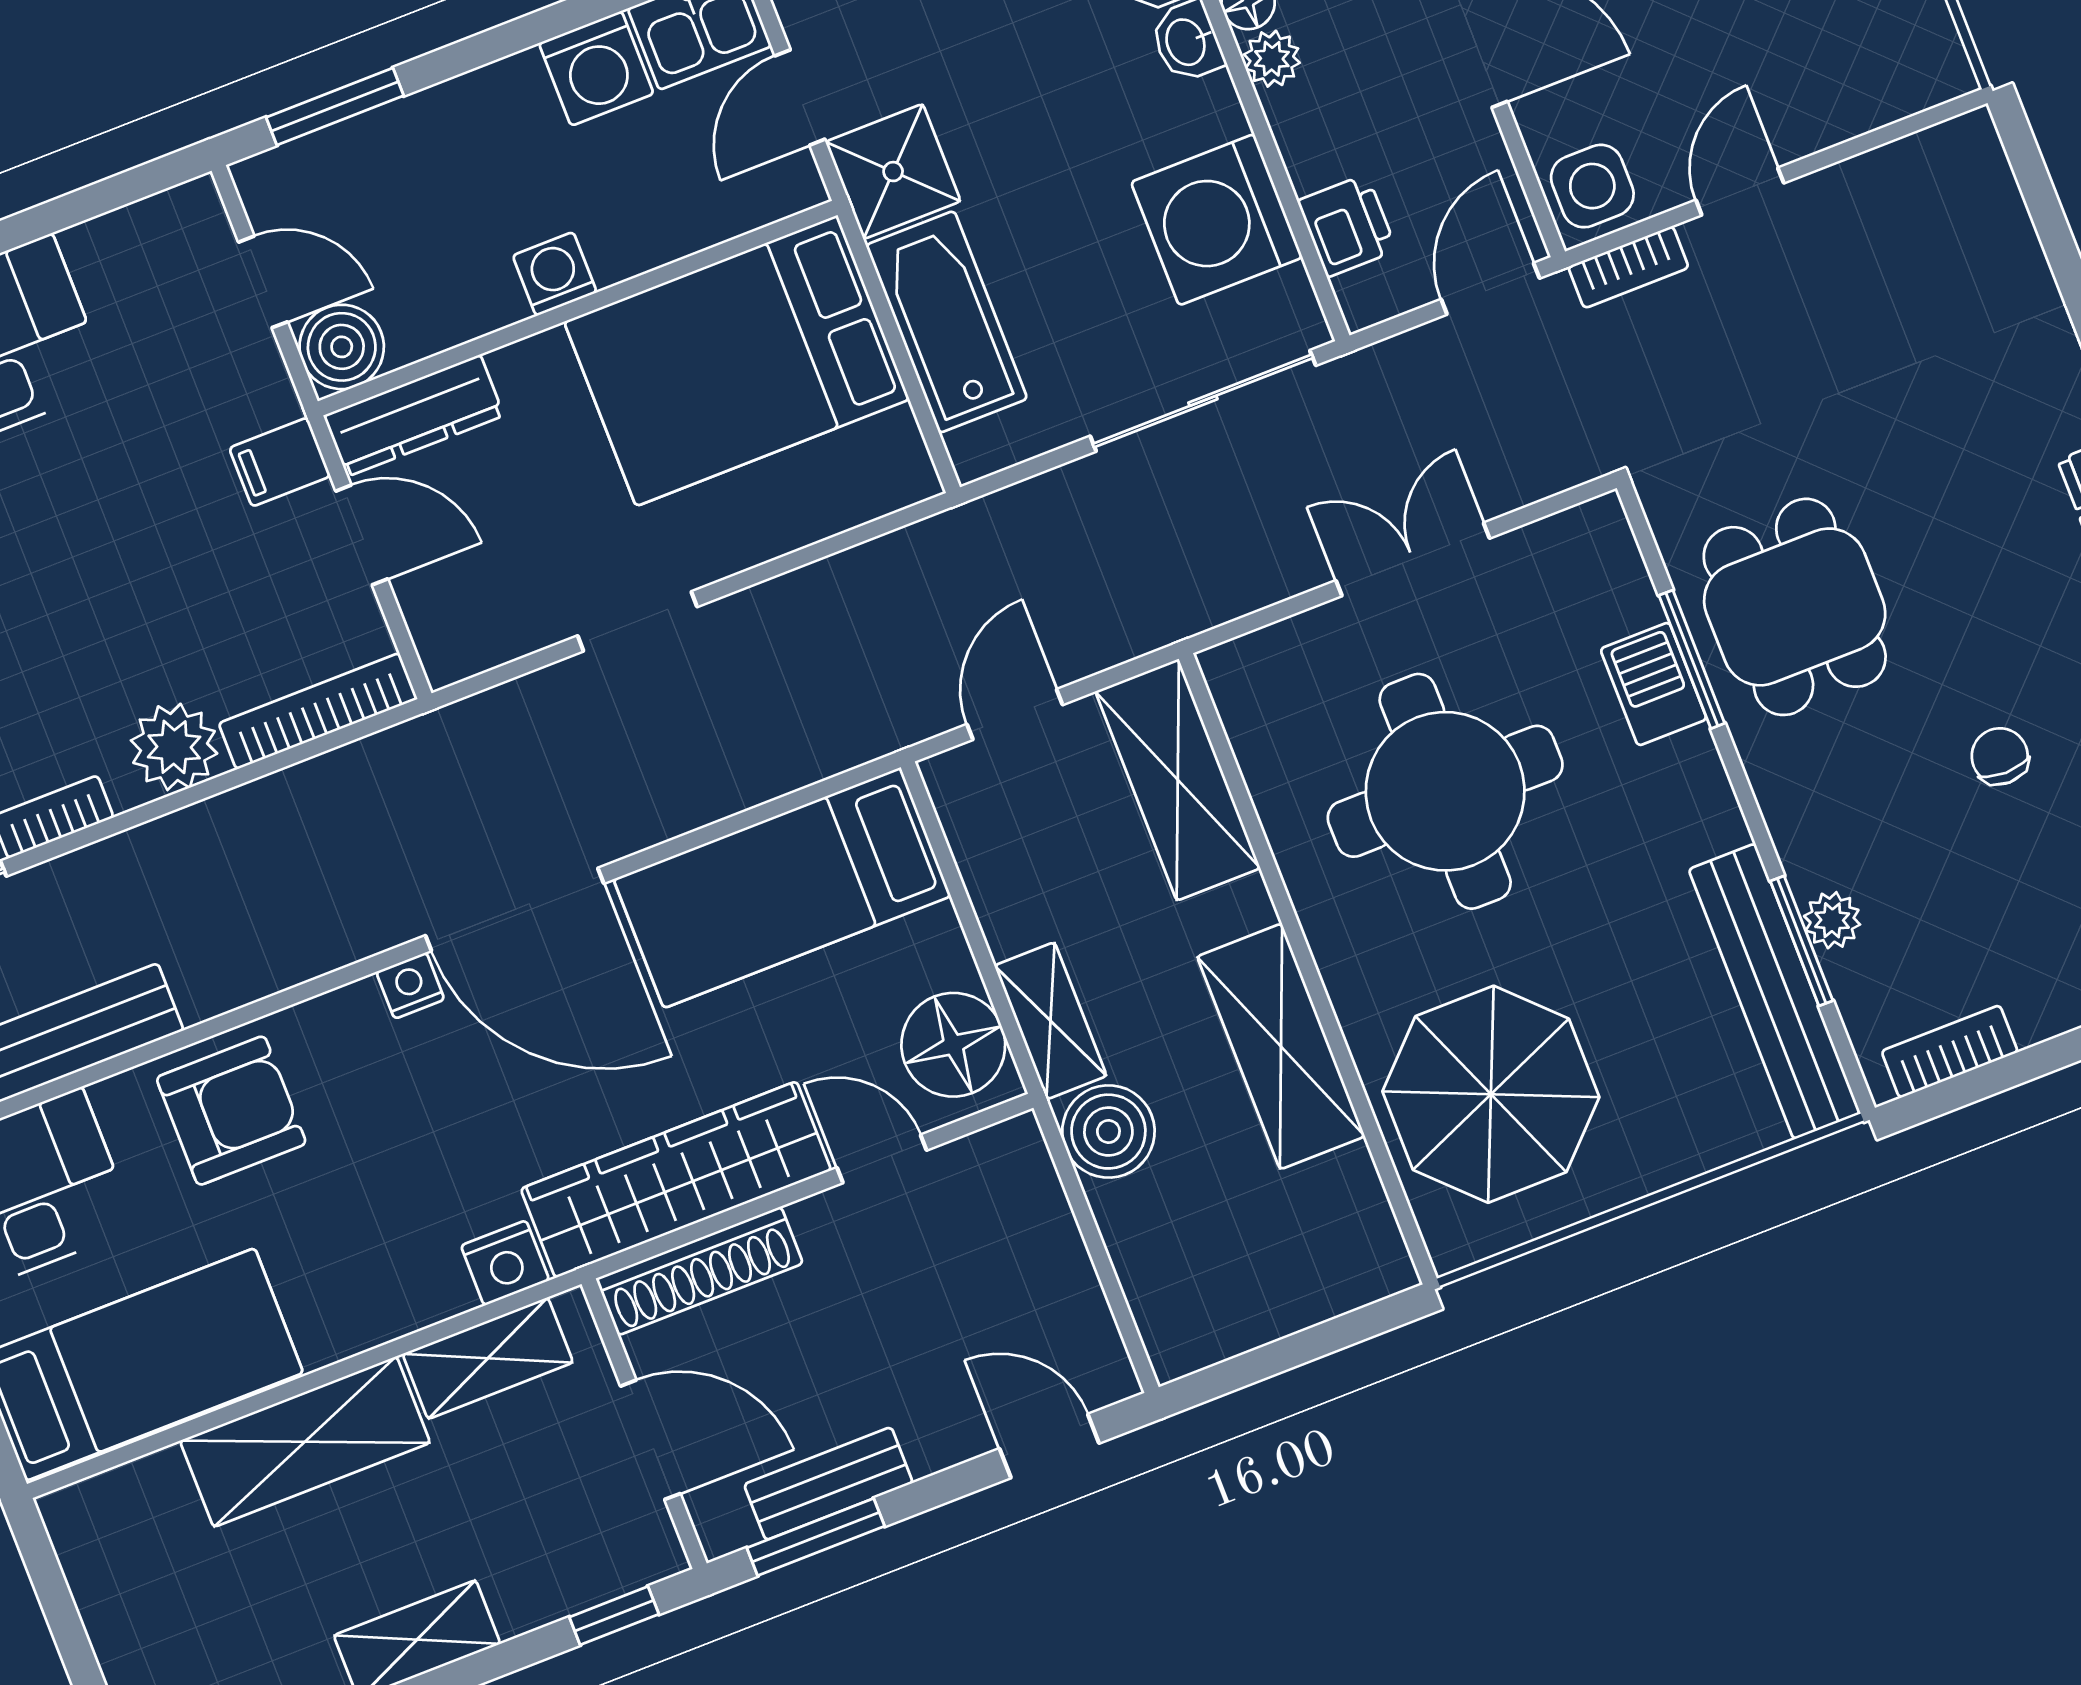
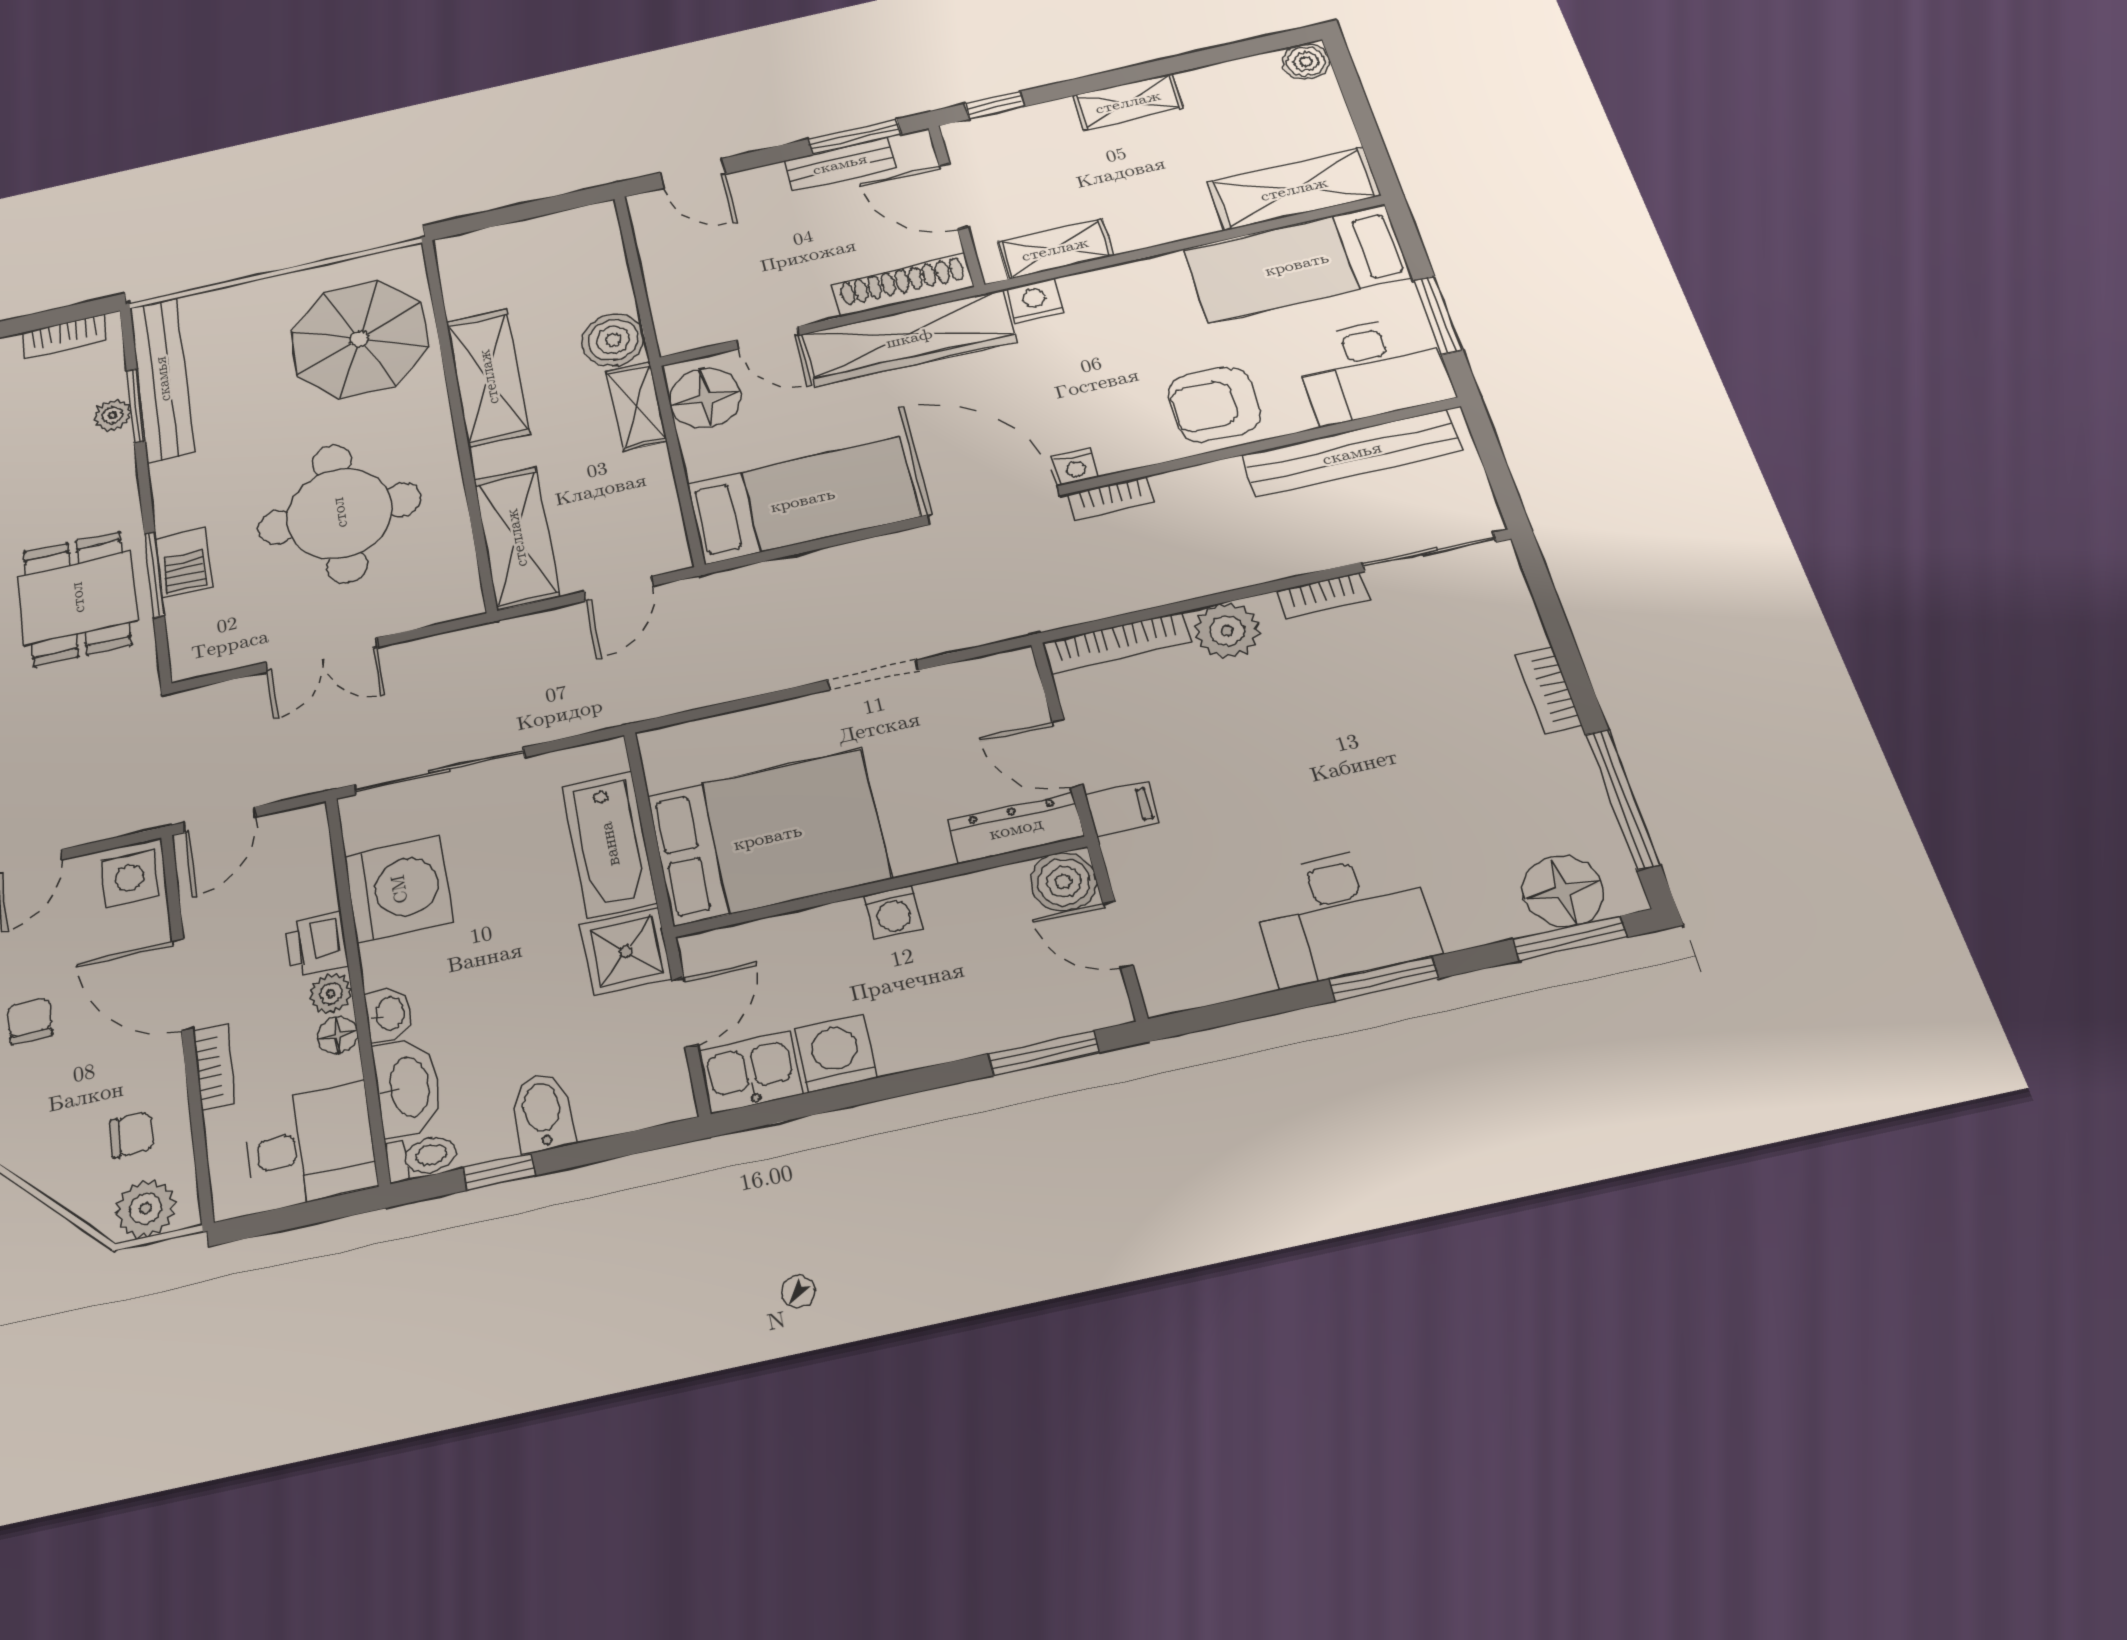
printer: (1347, 226) -> (317, 944), moved
bookcase: (1628, 267) -> (1111, 498), moved, turned 180
shelving: (305, 1442) -> (1294, 189), moved

